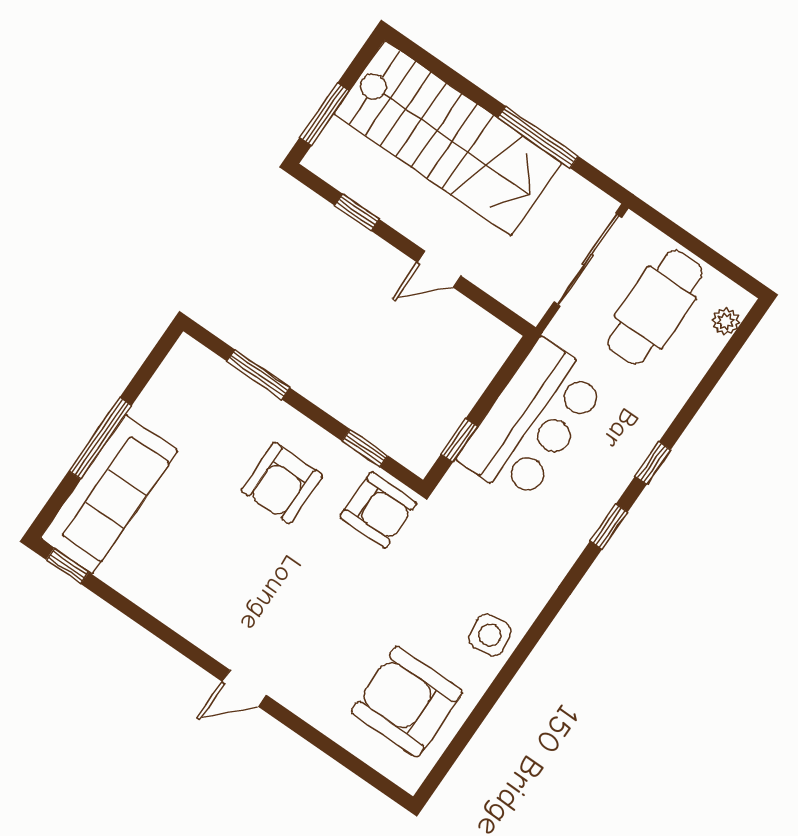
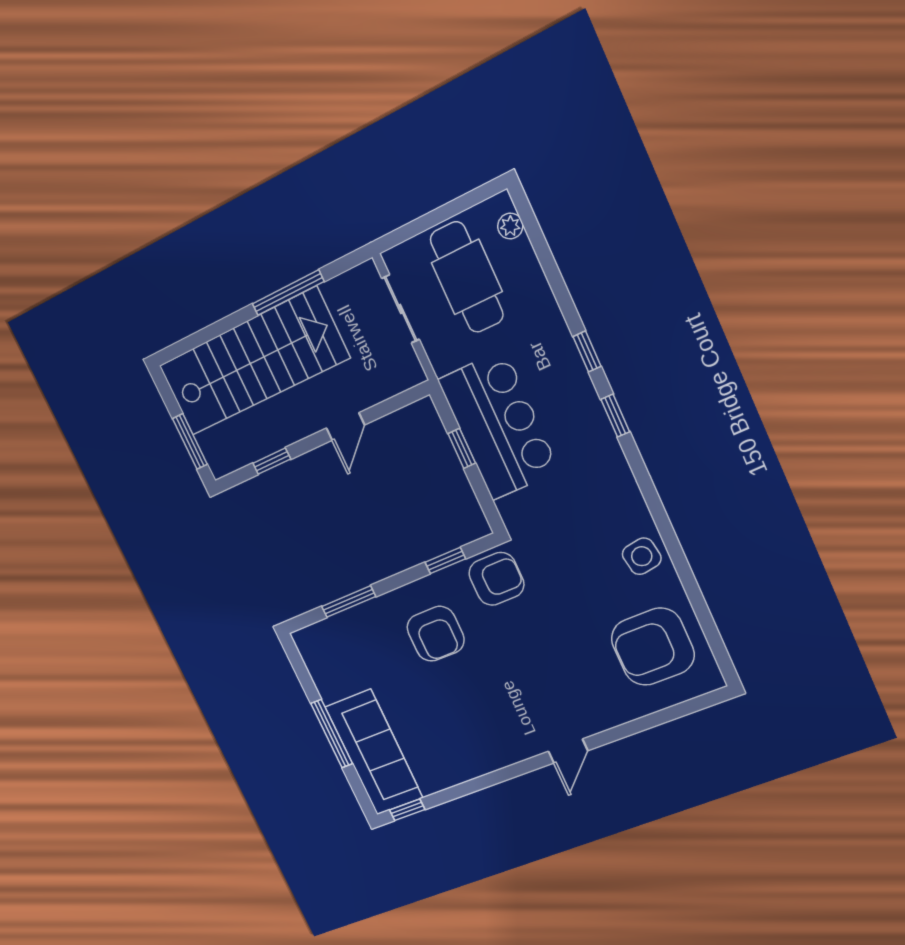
sliding door: (588, 260) -> (401, 309), width x0.73
window: (459, 440) -> (462, 448), moved

